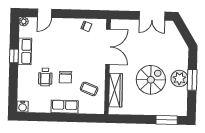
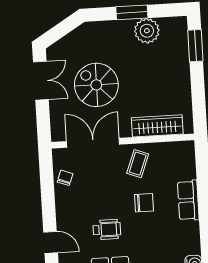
wheelchair: (45, 77) -> (107, 229), moved
plant: (179, 78) -> (147, 31), moved
spiral stairs: (151, 80) -> (96, 85), moved
coffee table: (89, 89) -> (138, 164), moved

